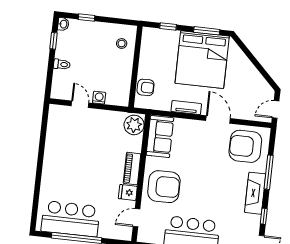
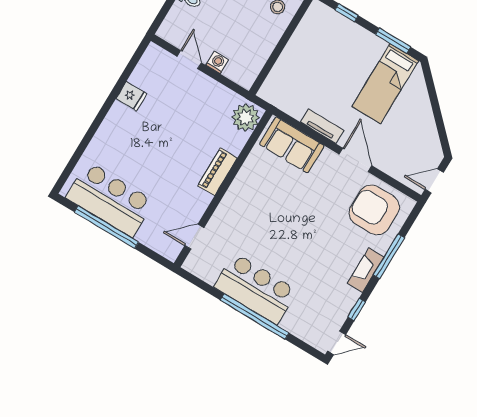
bed: (202, 60) -> (385, 84), width x0.49
armchair: (146, 87) -> (282, 77), removed
sofa: (160, 137) -> (292, 145), moved, turned 90
armchair: (164, 187) -> (247, 213), removed
fridge: (128, 192) -> (131, 96), moved, turned 180
fireplace: (255, 193) -> (366, 270), width x0.73, depth x0.76

